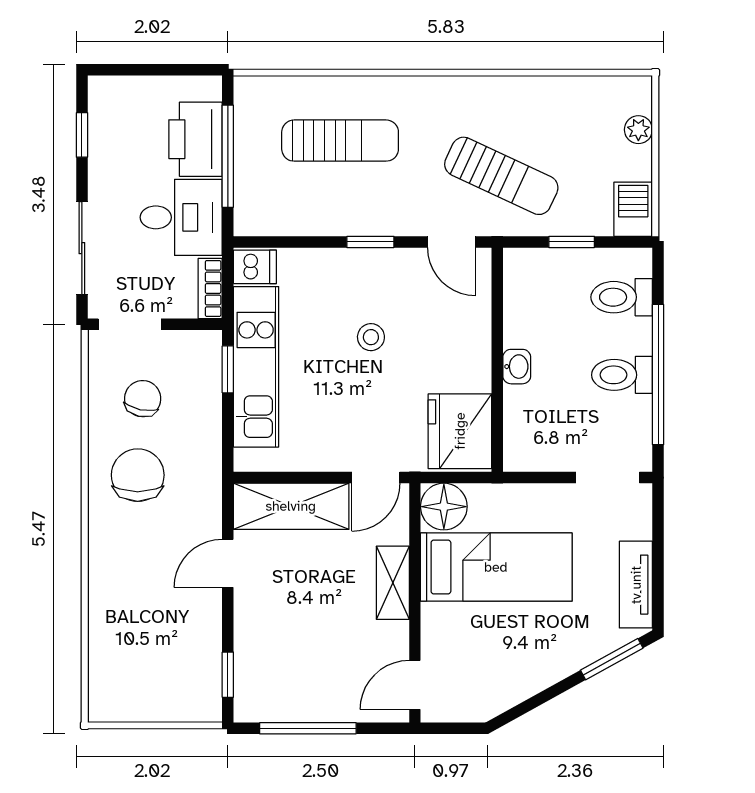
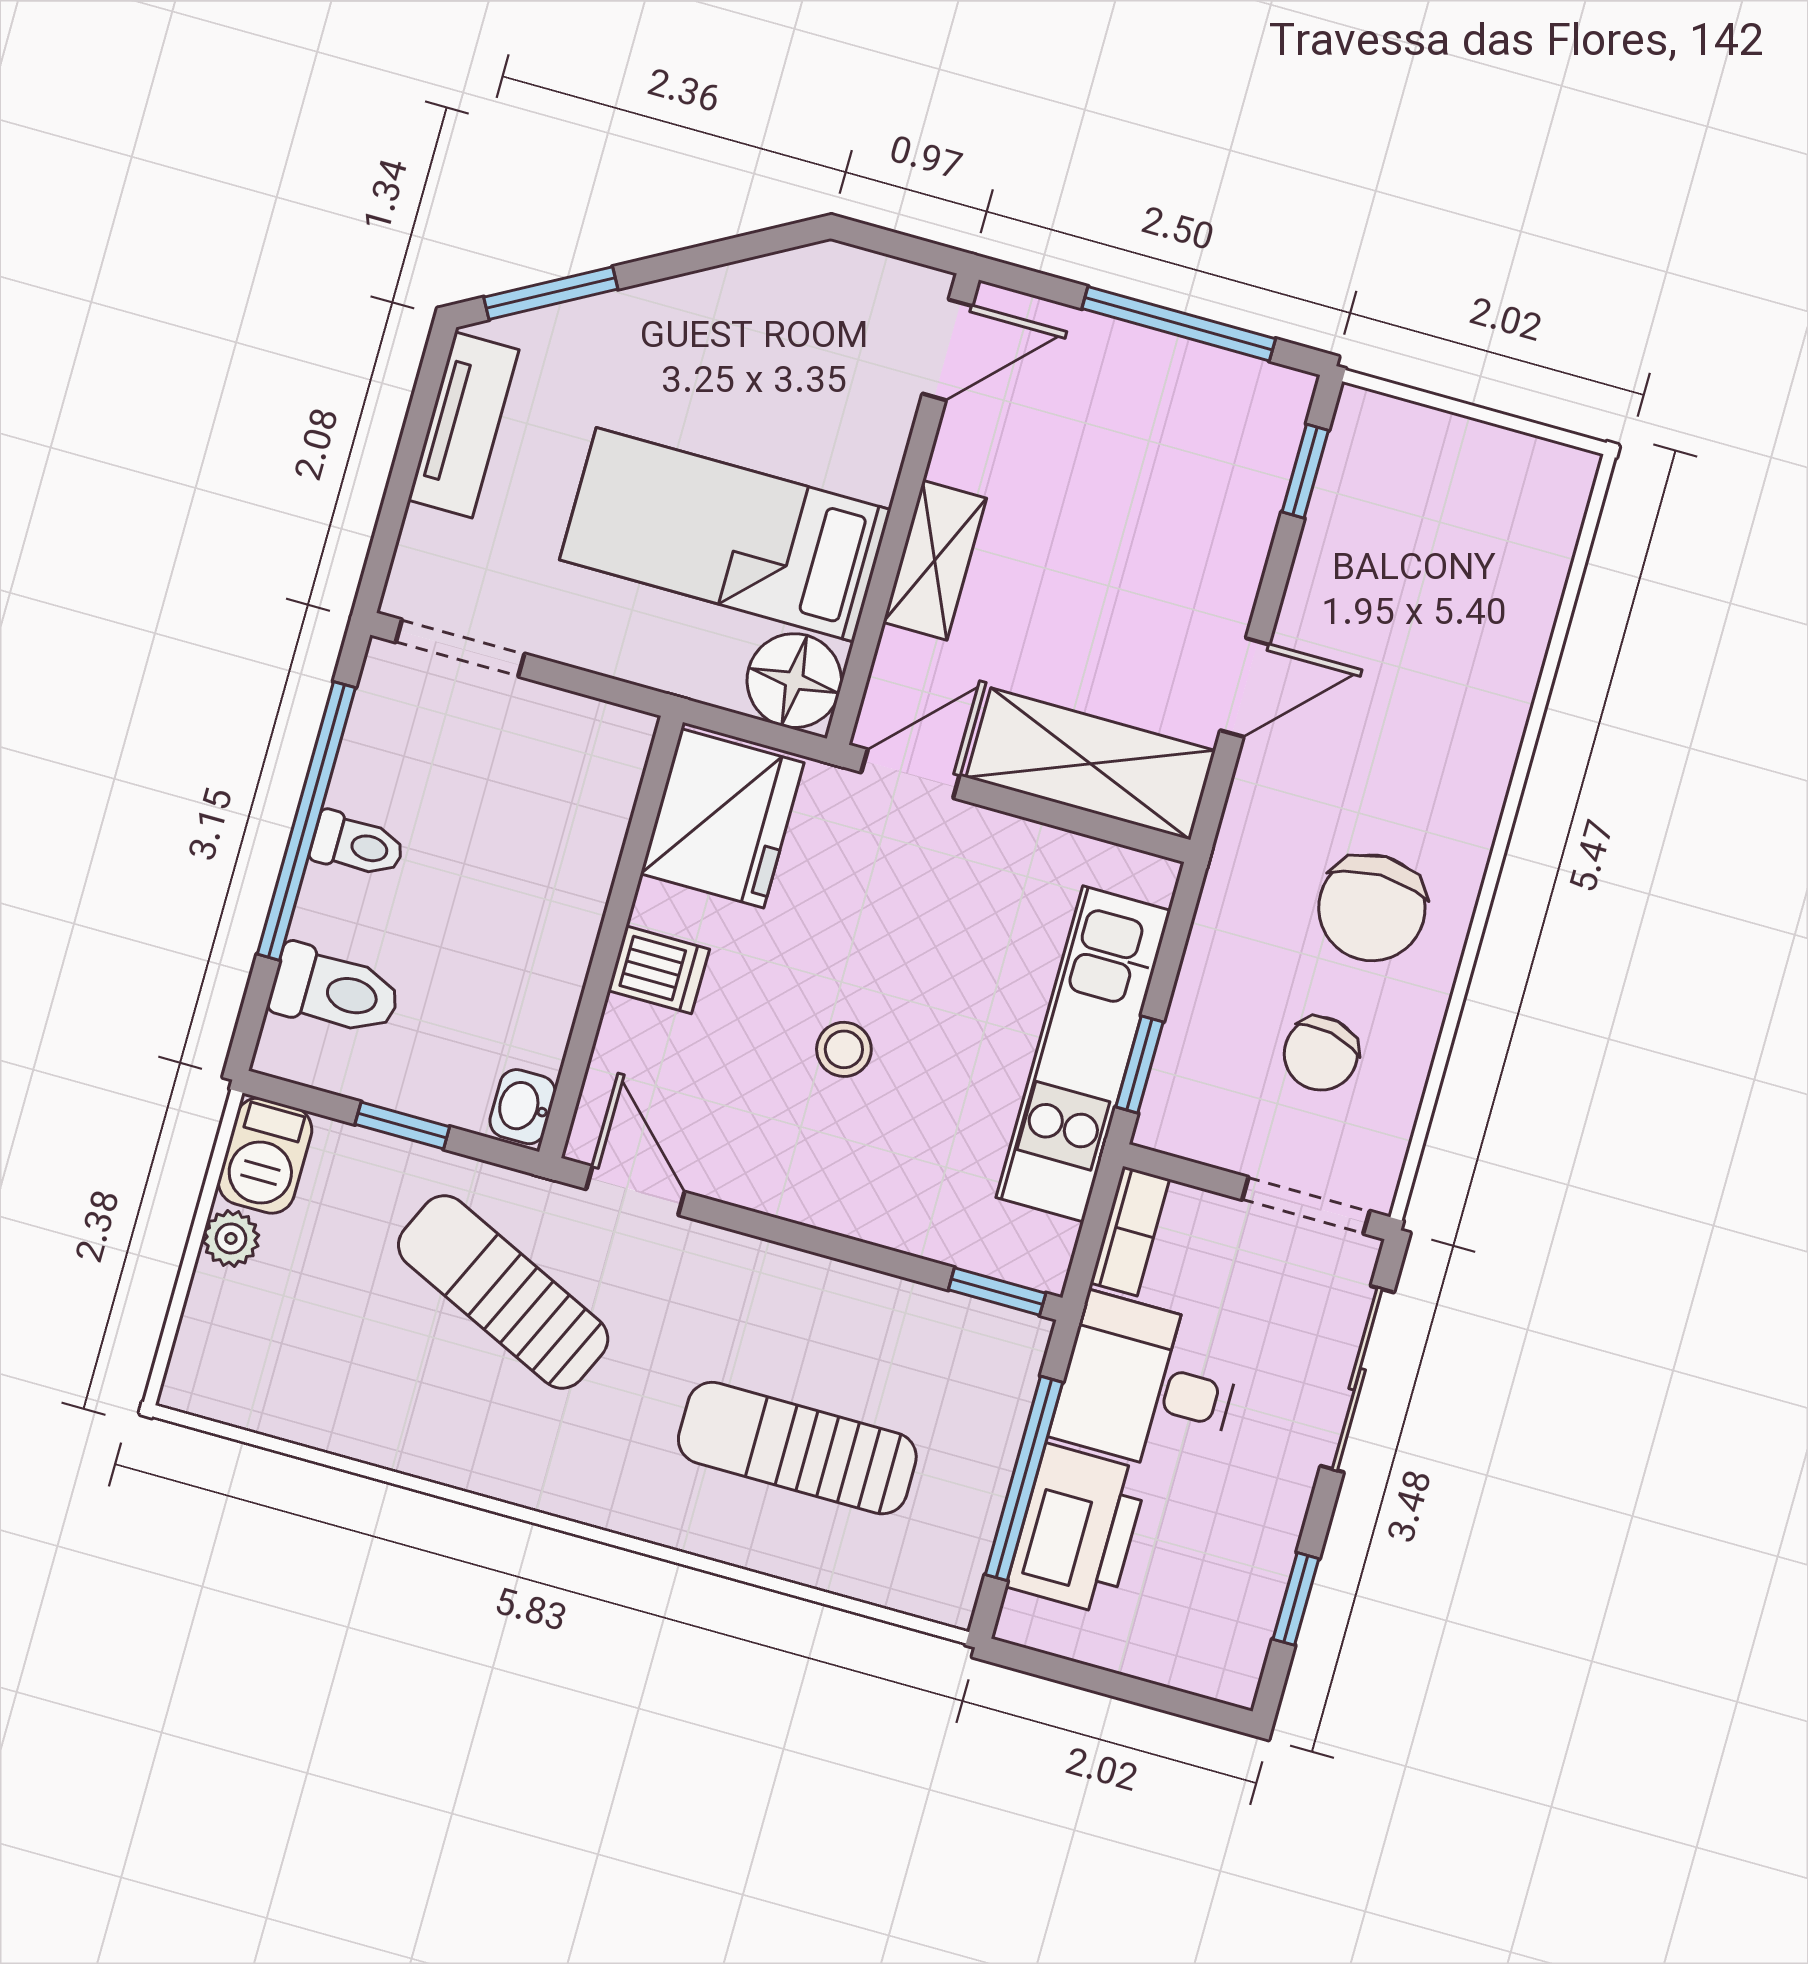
plant: (638, 130) -> (231, 1238), moved
window: (370, 242) -> (997, 1292), moved
dishwasher: (255, 267) -> (659, 970), moved, turned 180
washbasin: (517, 367) -> (523, 1107), moved
toilet: (622, 375) -> (357, 845), width x0.73, depth x0.72

